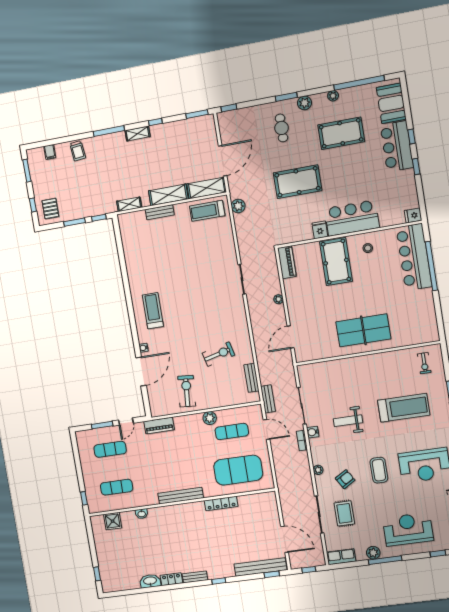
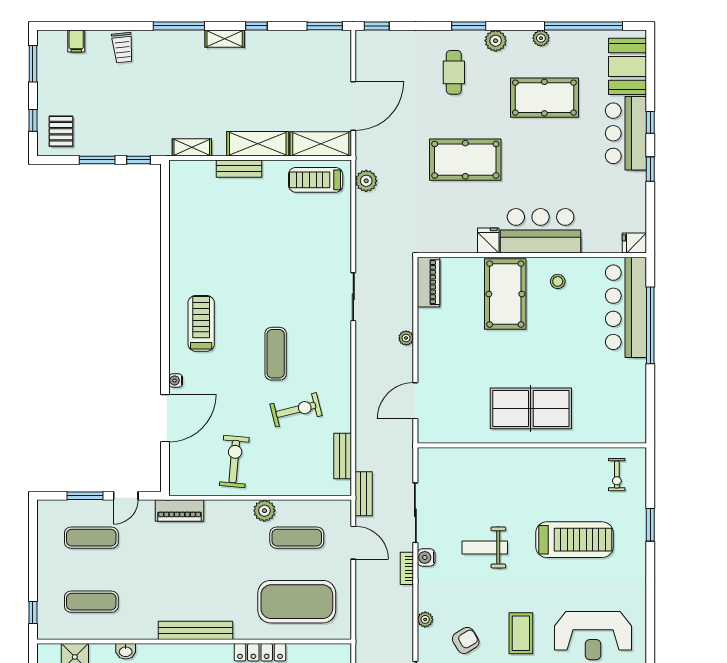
exercise mat: (201, 322) -> (276, 354), added

